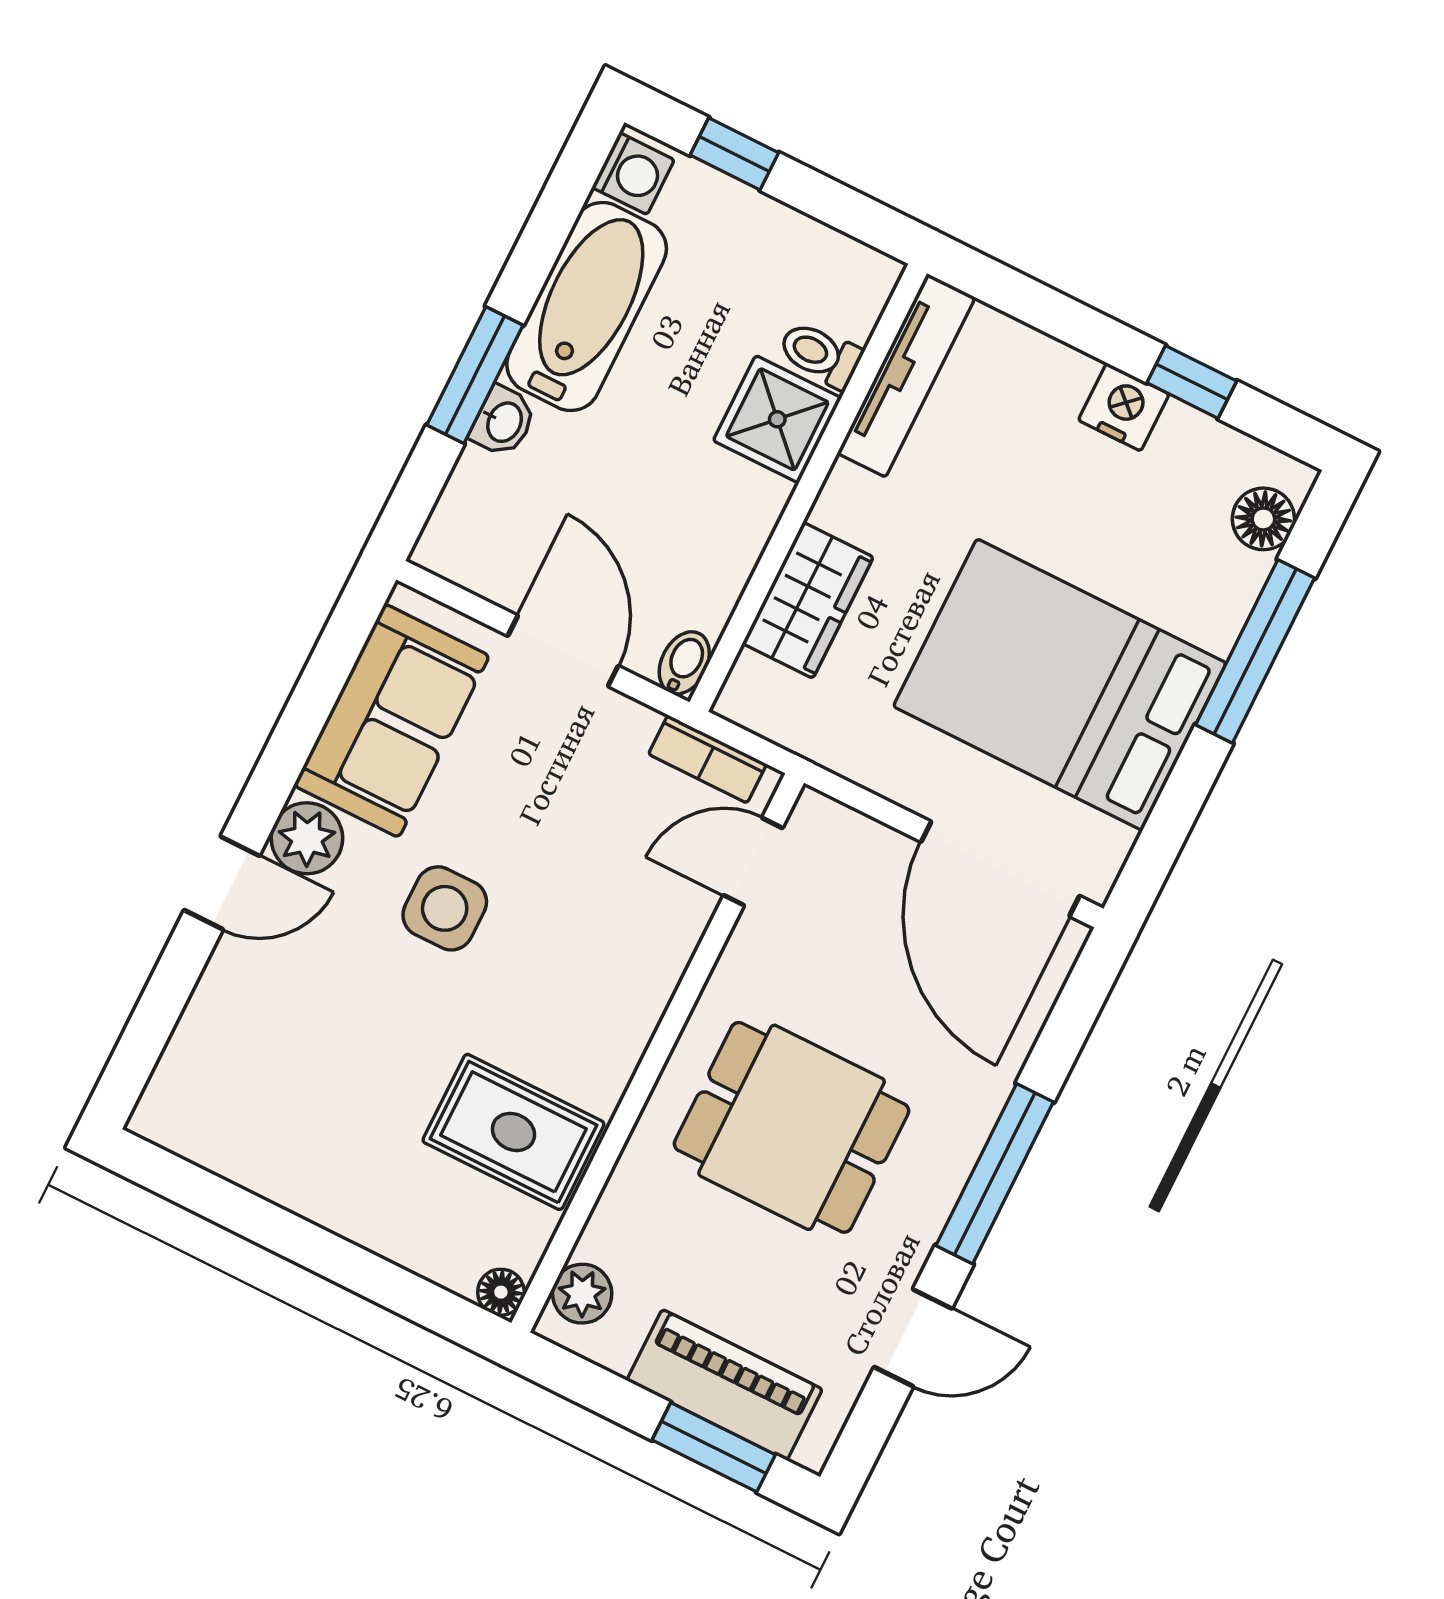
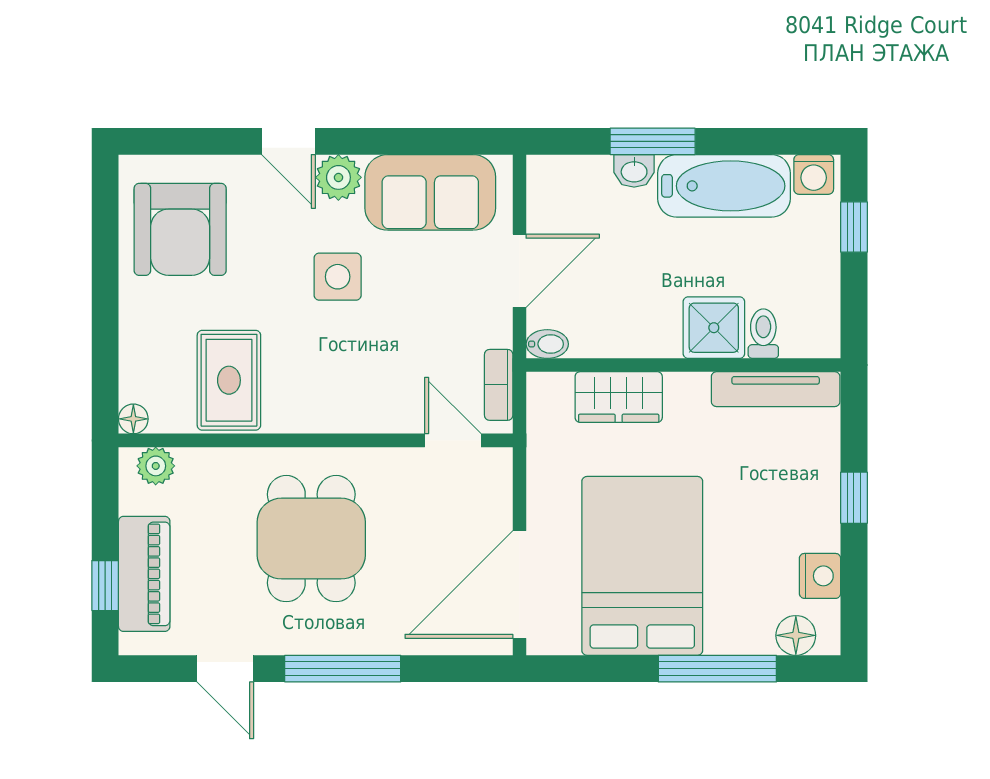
window: (1192, 382) -> (854, 498), moved
nightstand: (1124, 407) -> (820, 576), moved
armchair: (269, 1095) -> (180, 229), added
window: (714, 1447) -> (105, 586), width x0.67

